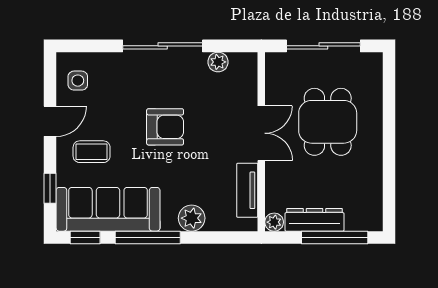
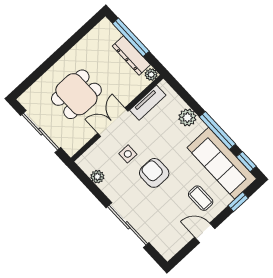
sliding door: (163, 46) -> (128, 225), moved
side table: (78, 81) -> (128, 154), moved

